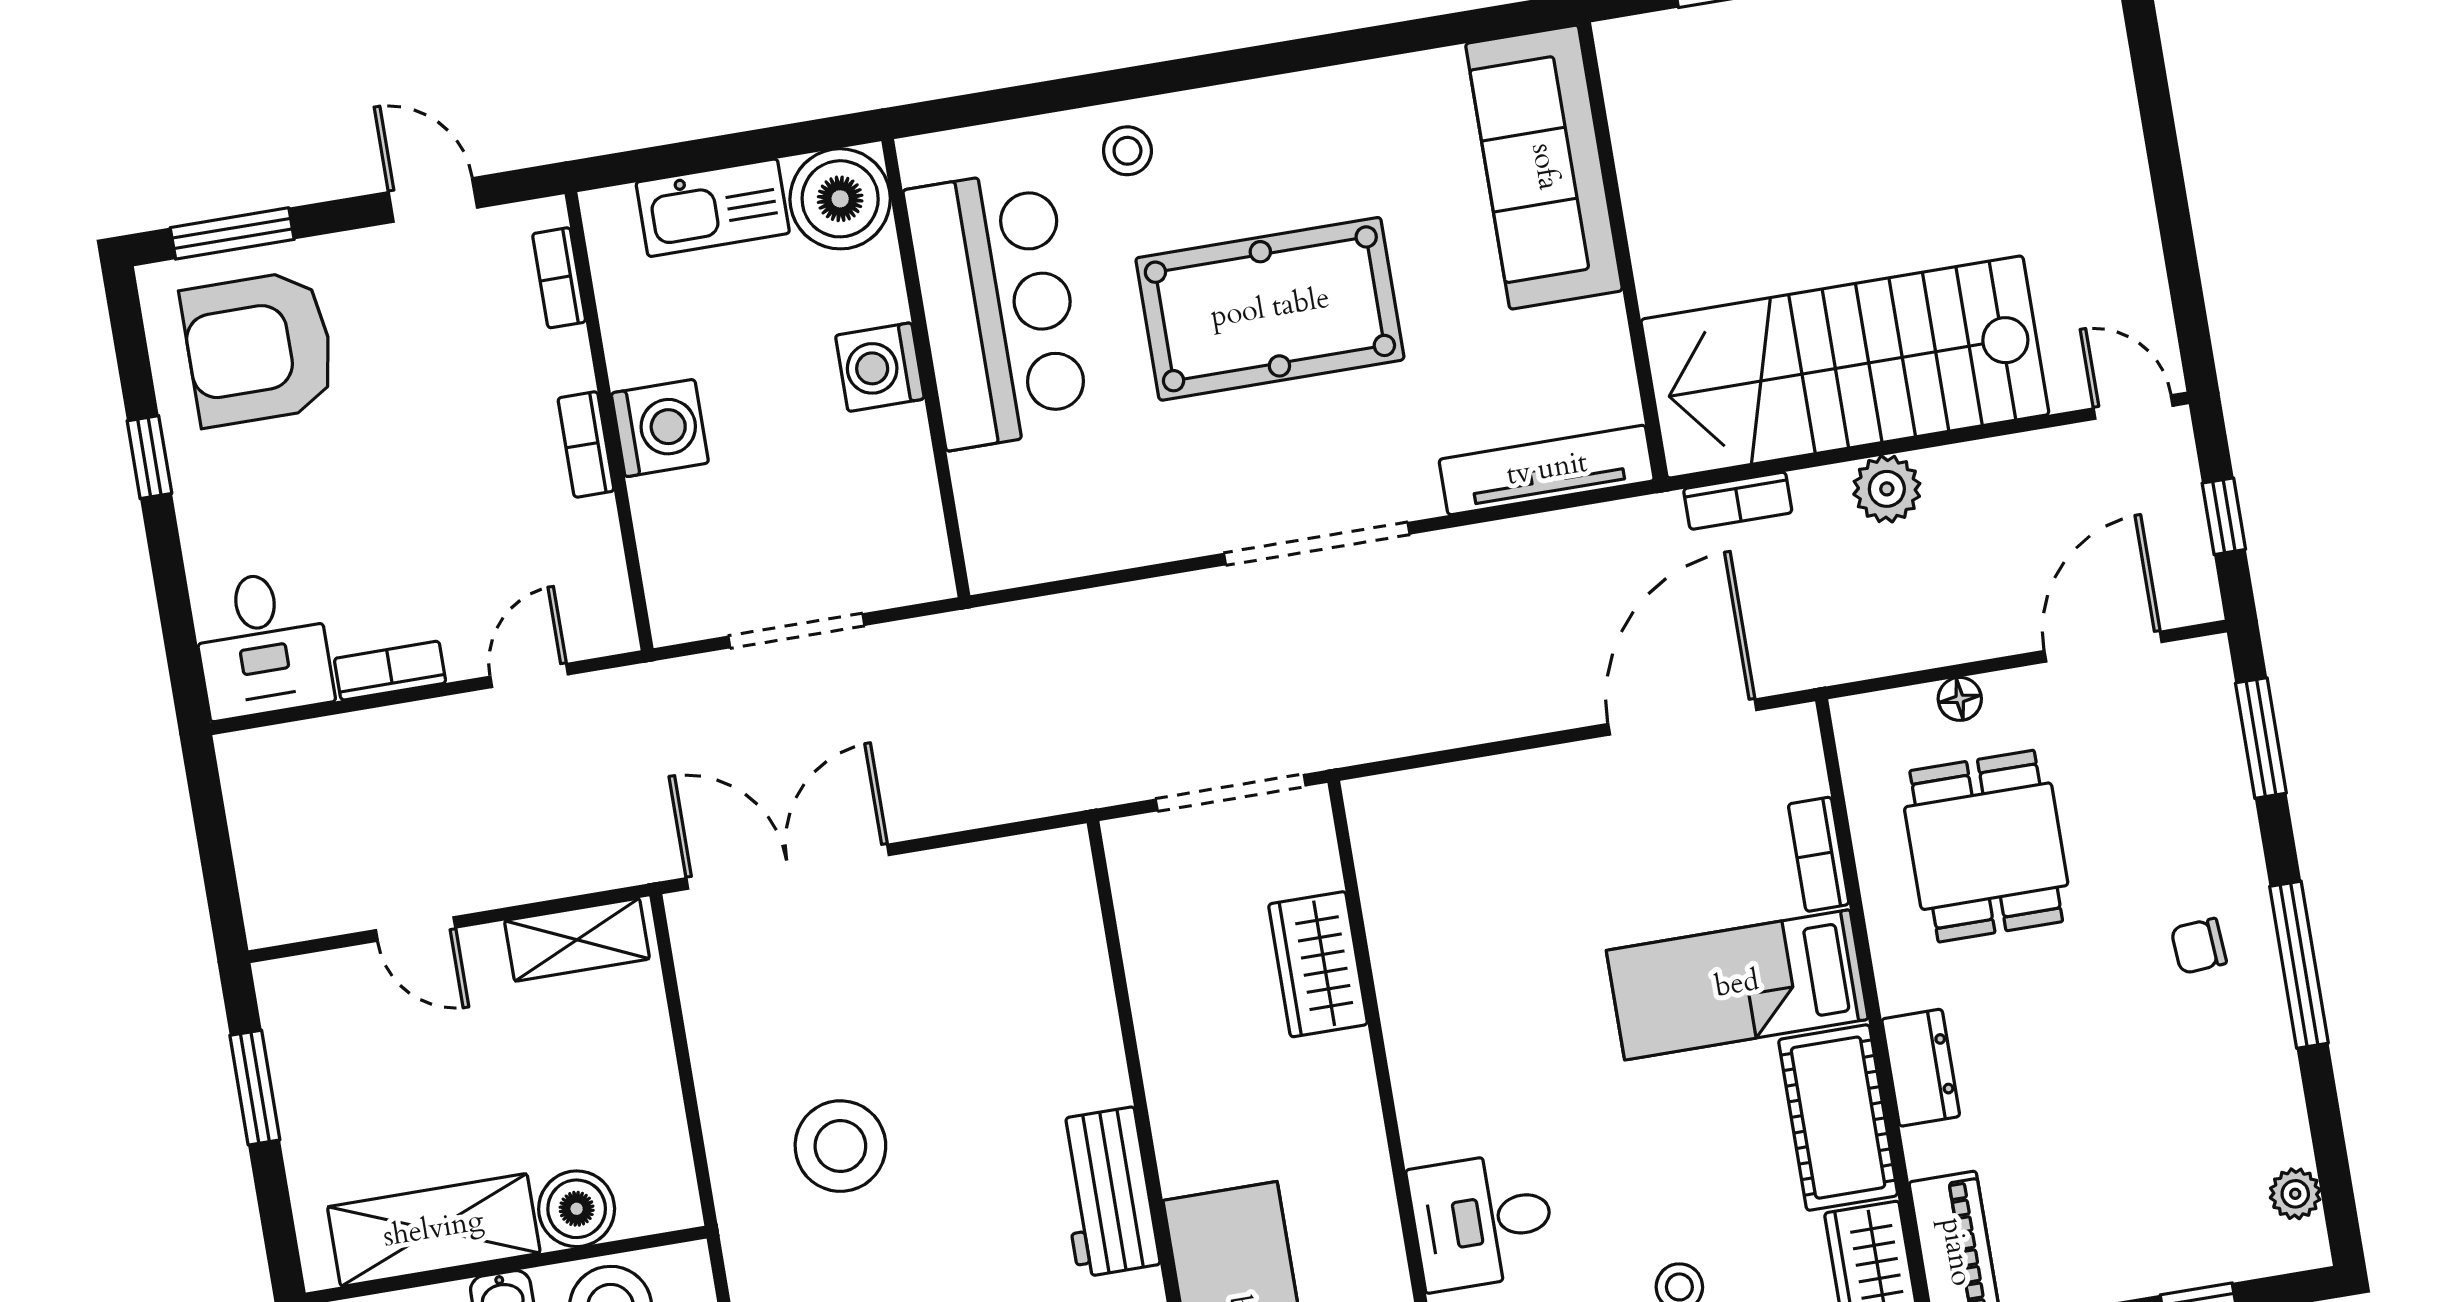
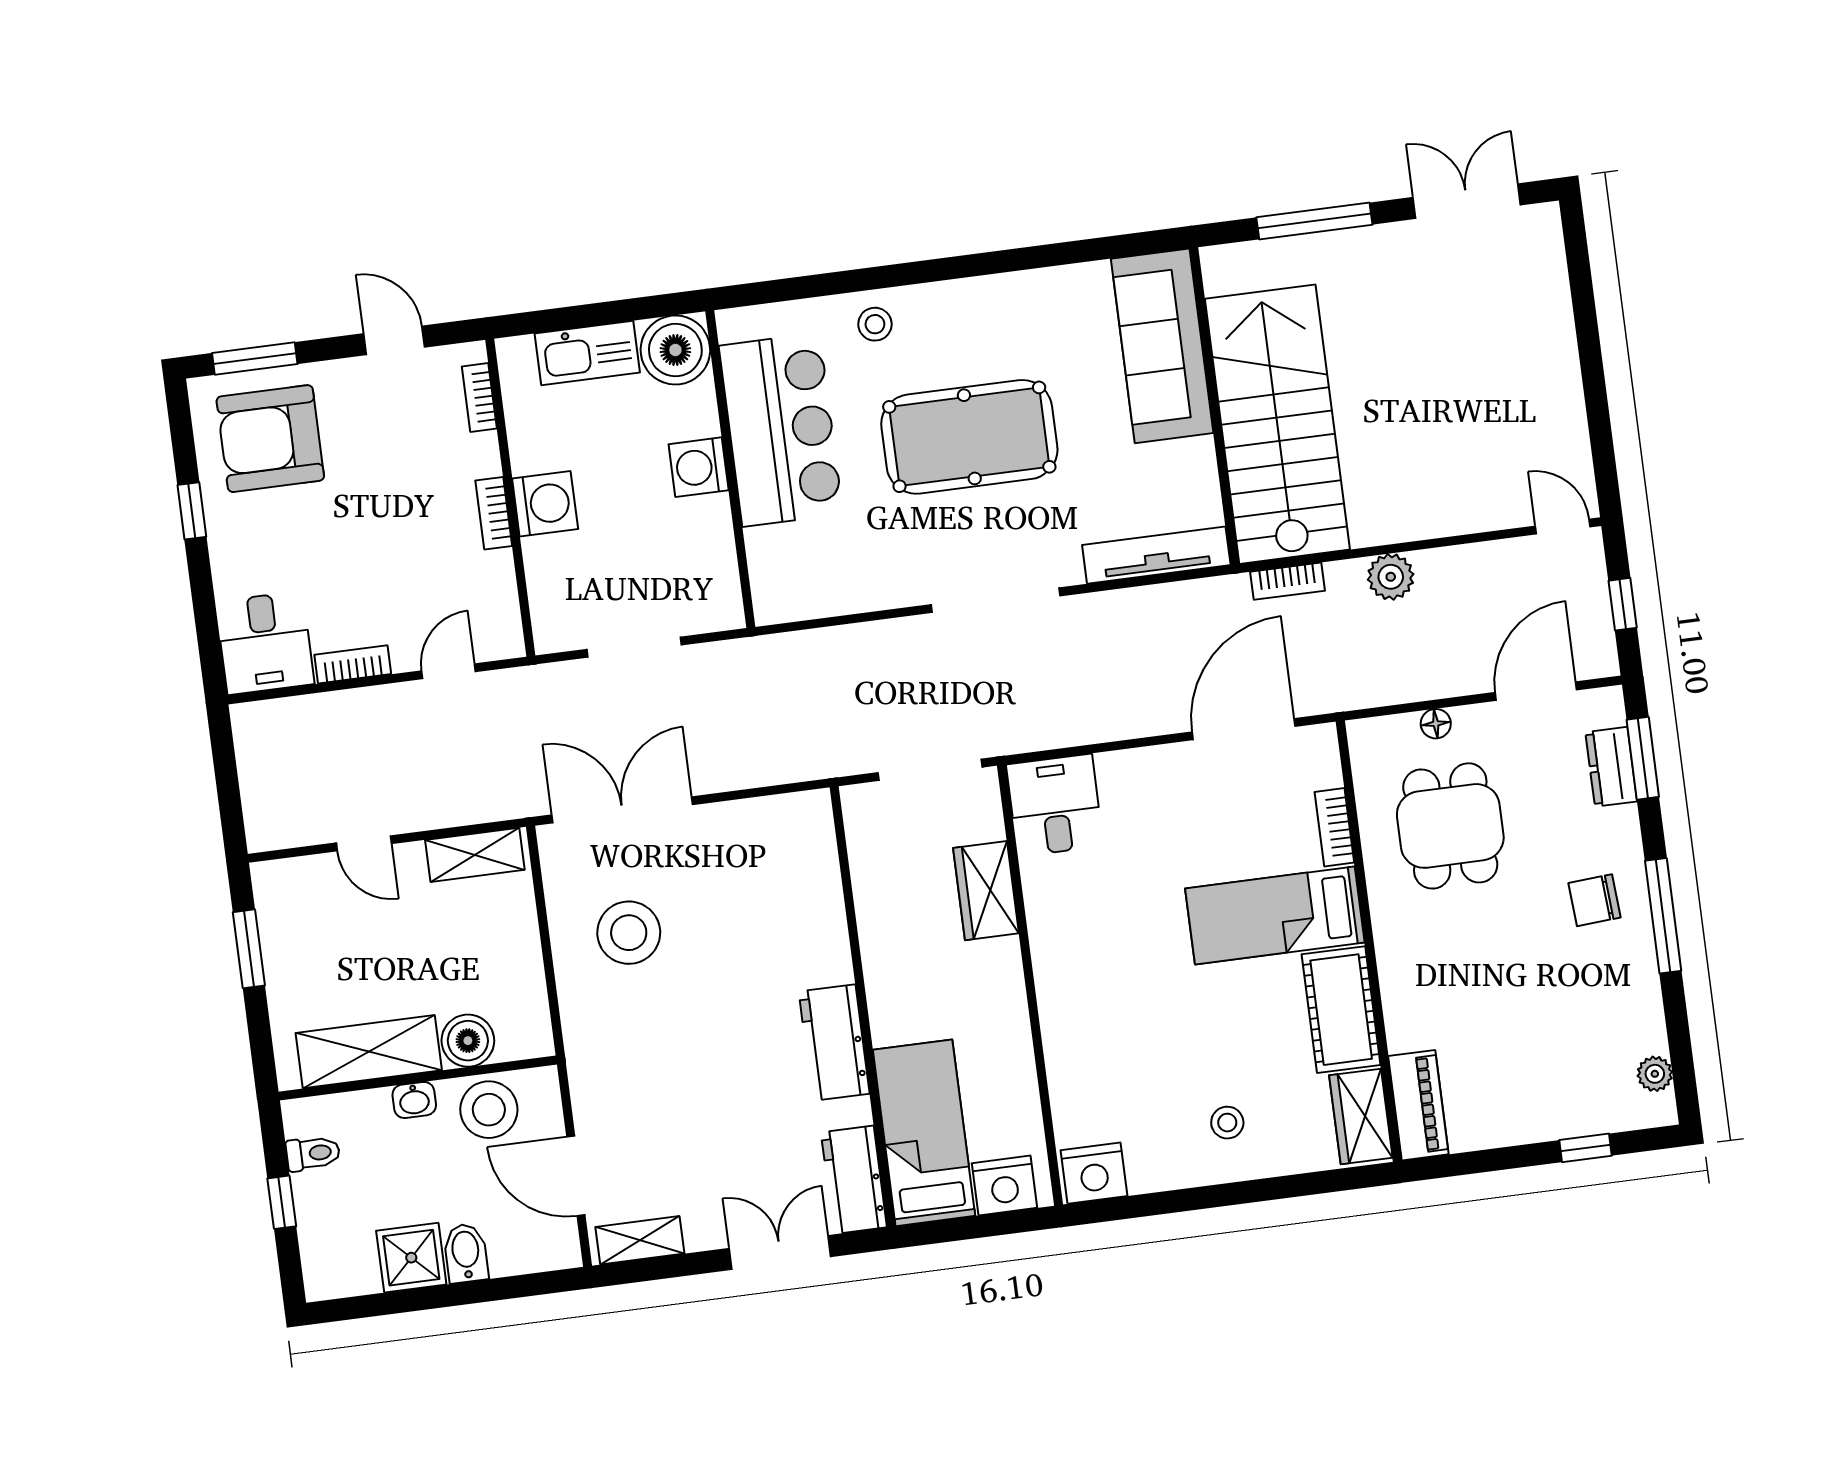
stairs: (1845, 367) -> (1277, 424), moved, turned 90
chair: (2199, 946) -> (1594, 900), width x1.37, depth x1.37
dresser: (1921, 1068) -> (1611, 767), moved, turned 180
stool: (840, 1146) -> (629, 933), moved
desk: (1482, 1221) -> (1055, 805), moved, turned 90

